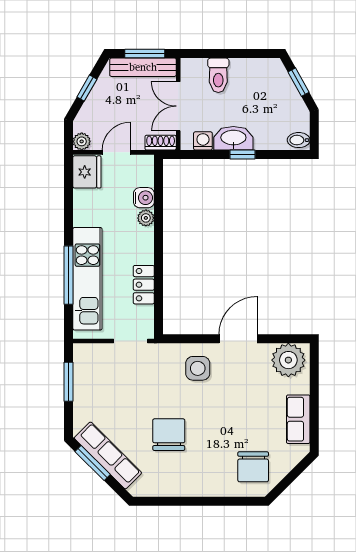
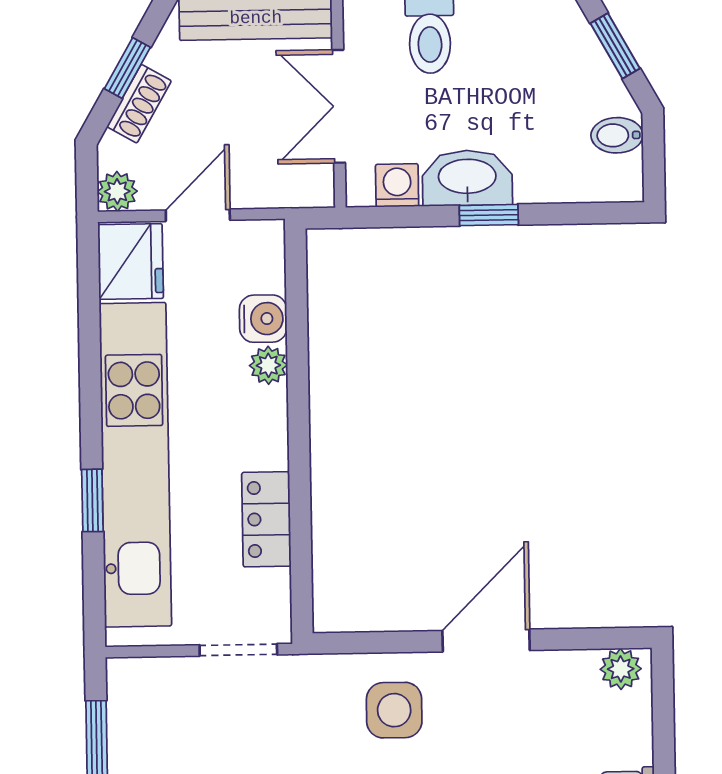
bidet: (299, 140) -> (617, 135), moved
shoe rack: (161, 143) -> (139, 104), moved, turned 120
window: (69, 275) -> (92, 500), width x0.46
kitchen unit: (87, 279) -> (135, 465), width x1.36
plant: (288, 360) -> (621, 669), width x0.53, depth x0.53

